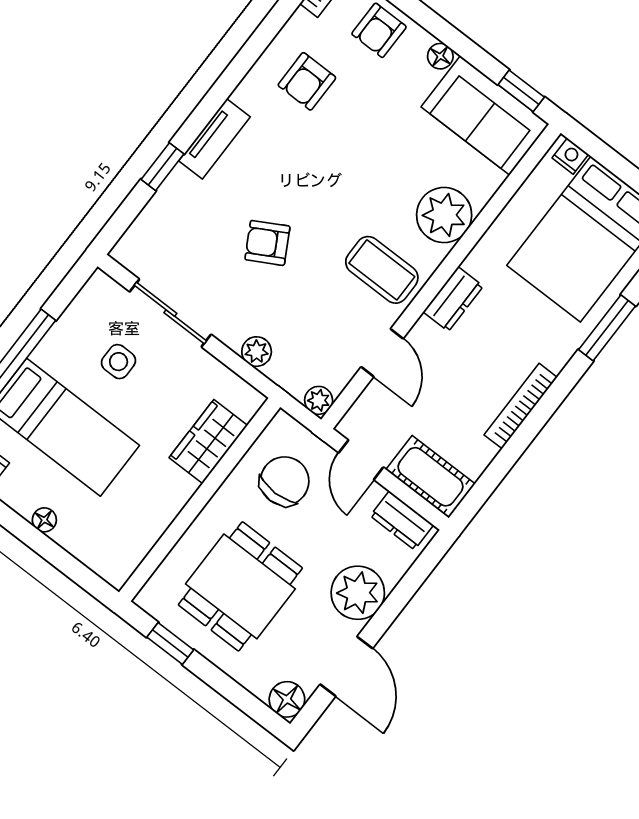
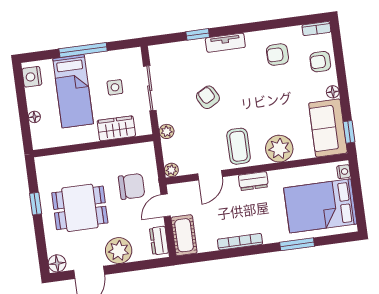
wardrobe: (208, 441) -> (116, 128), moved
wall: (200, 500) -> (93, 146), moved

